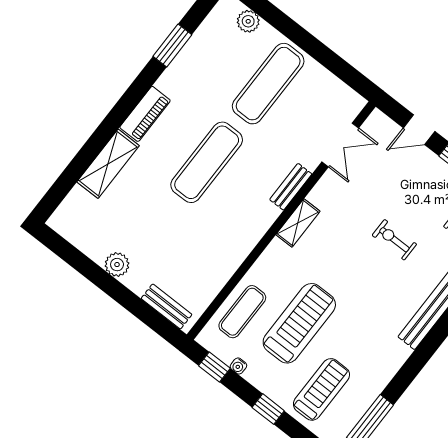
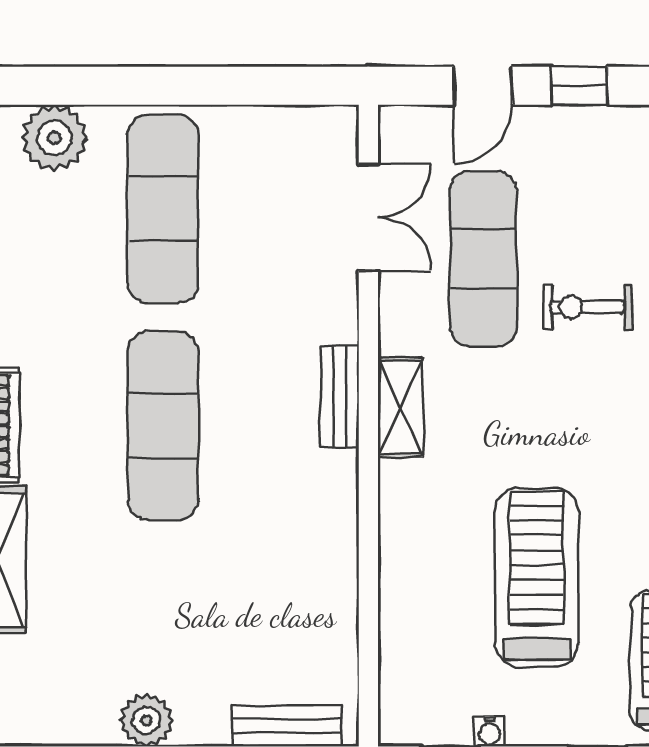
plant: (248, 21) -> (55, 138), width x1.36, depth x1.36
bench: (291, 187) -> (340, 397), moved
exercise mat: (242, 312) -> (483, 259), moved, width x1.36, depth x1.45

